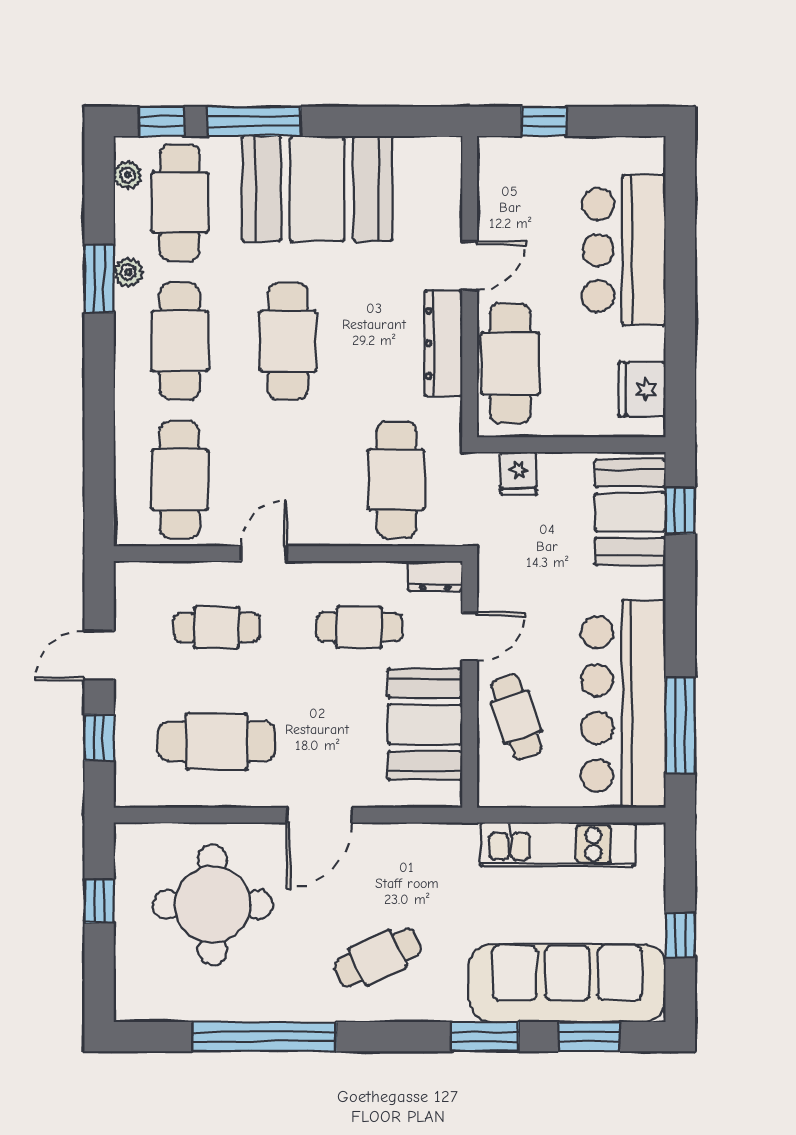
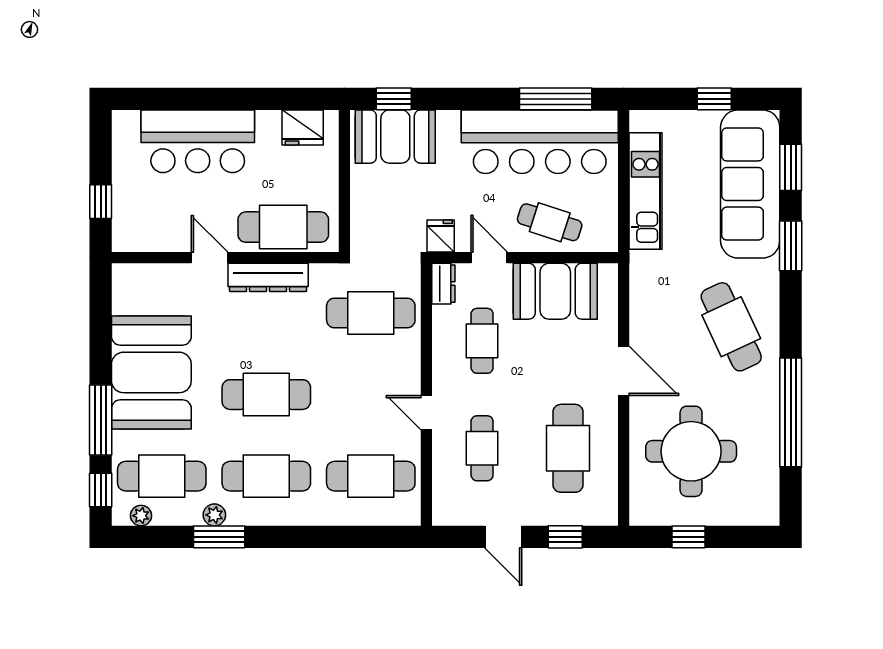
fridge: (518, 473) -> (441, 236), moved, turned -90
cafe table: (516, 717) -> (550, 222), turned 36
cafe table: (378, 958) -> (731, 327), width x1.37, depth x1.35

